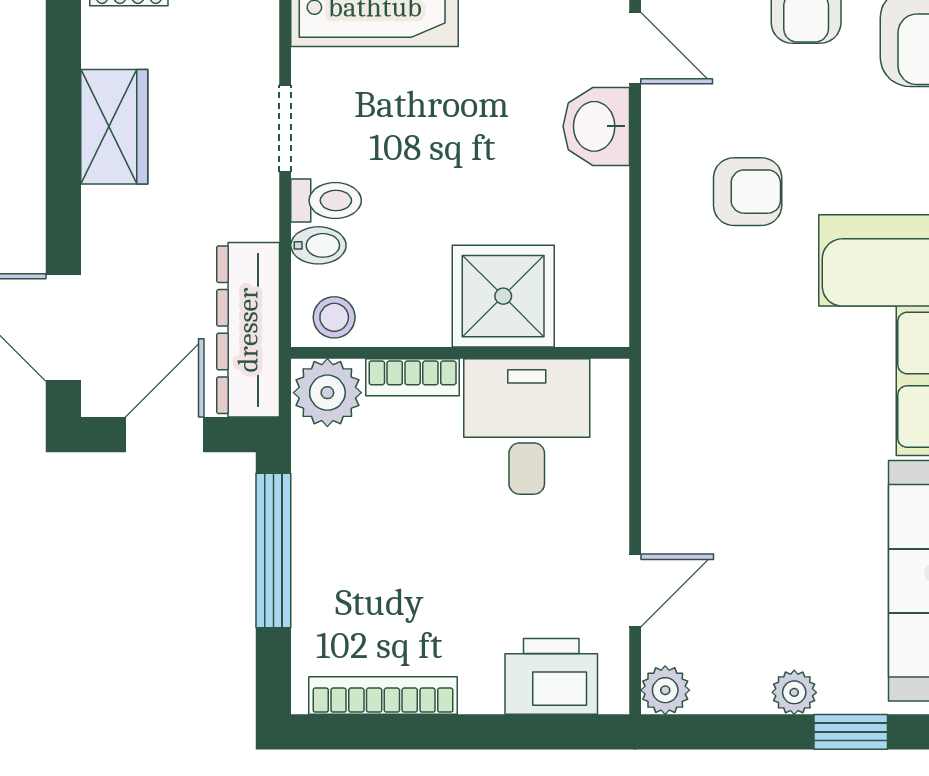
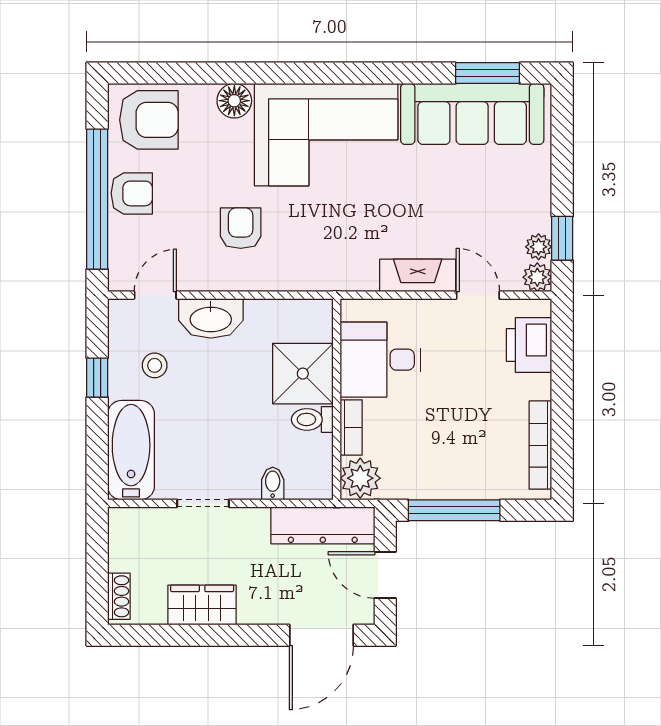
washbasin: (596, 126) -> (211, 318), width x1.38
toilet: (326, 200) -> (312, 419), moved, turned -90
stool: (334, 317) -> (155, 365), moved
fireplace: (668, 489) -> (418, 275), added
plant: (794, 692) -> (539, 247), moved
window: (851, 732) -> (562, 238), moved

